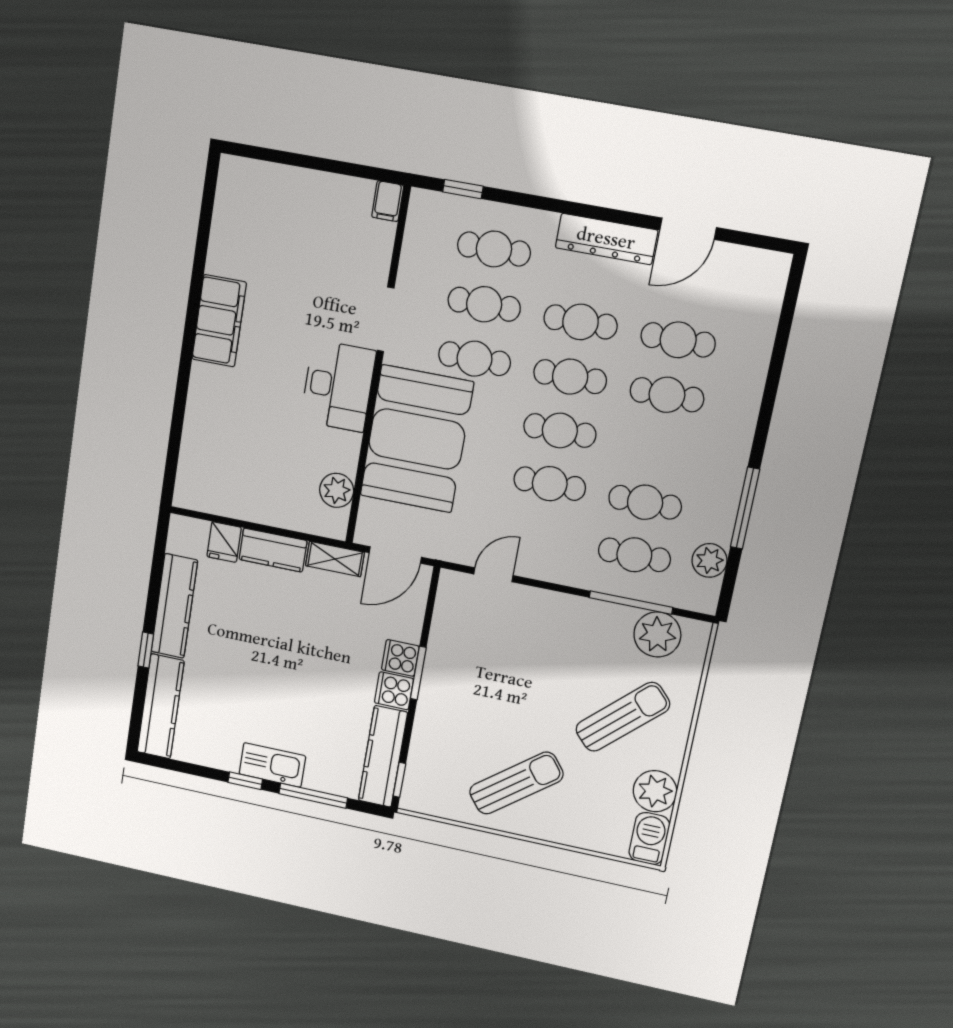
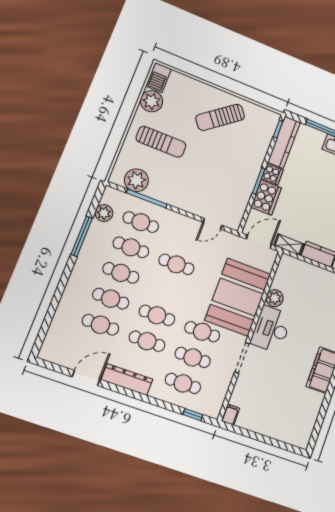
cafe table: (560, 431) -> (121, 273), moved
plant: (337, 490) -> (275, 298), moved
cooker: (400, 658) -> (266, 198), width x1.87, depth x1.31
sun lounger: (623, 717) -> (161, 142), turned -137

